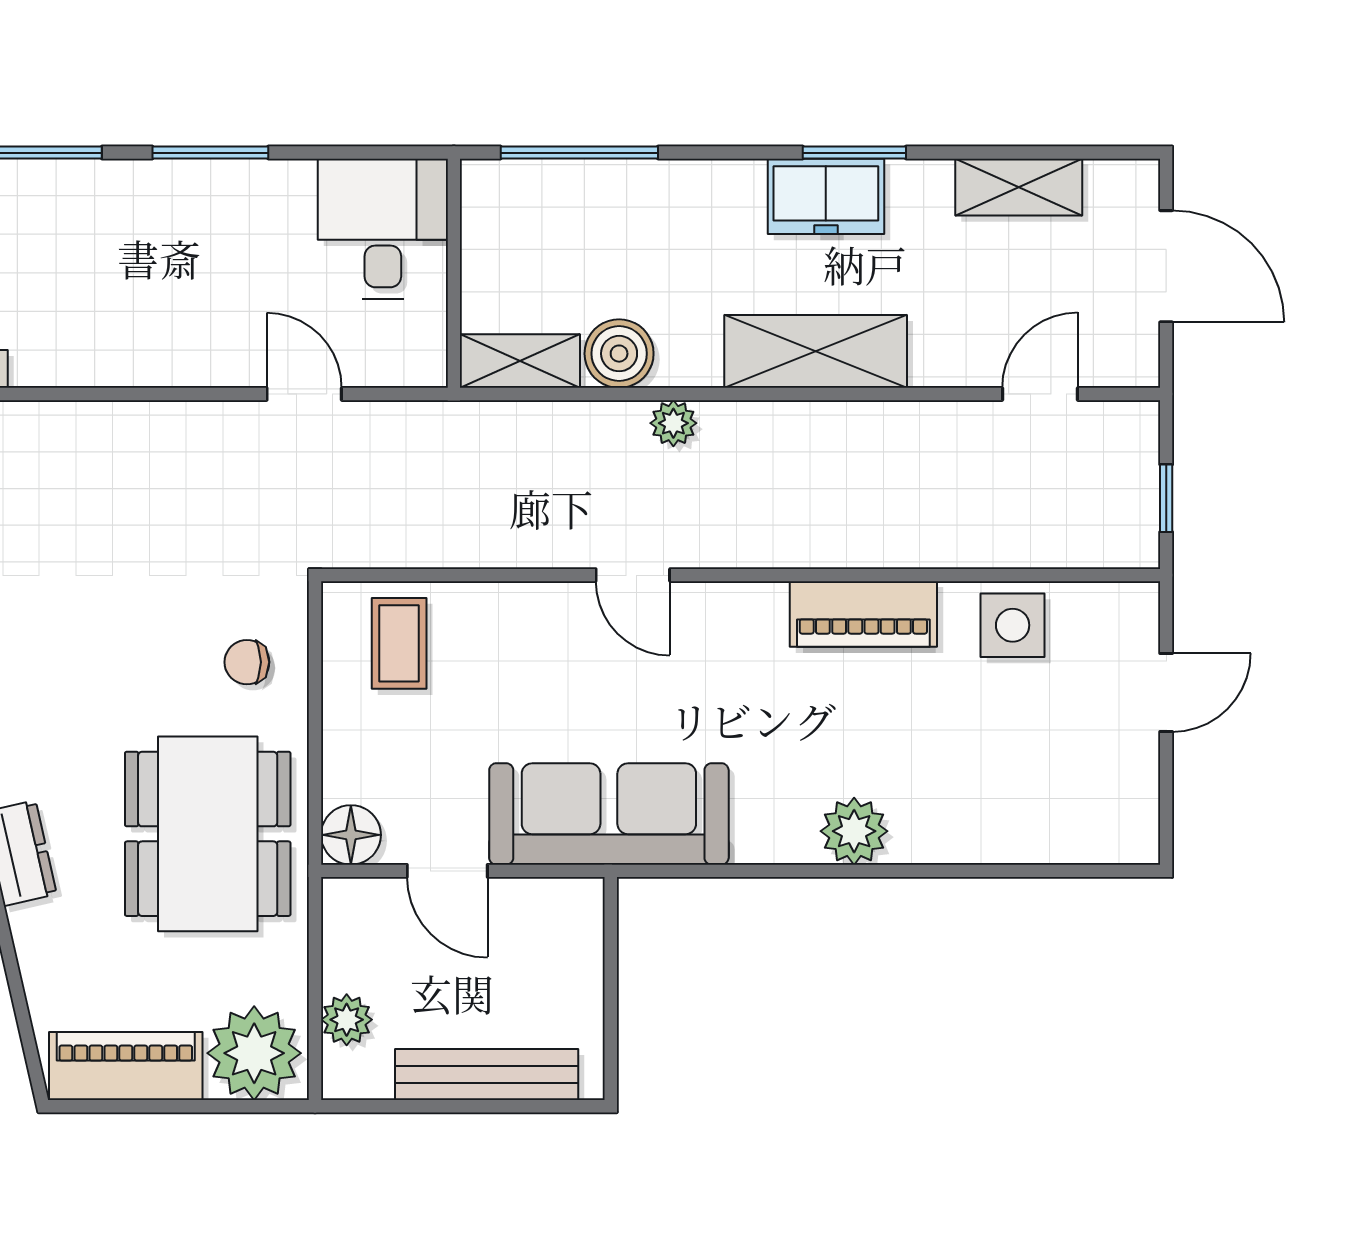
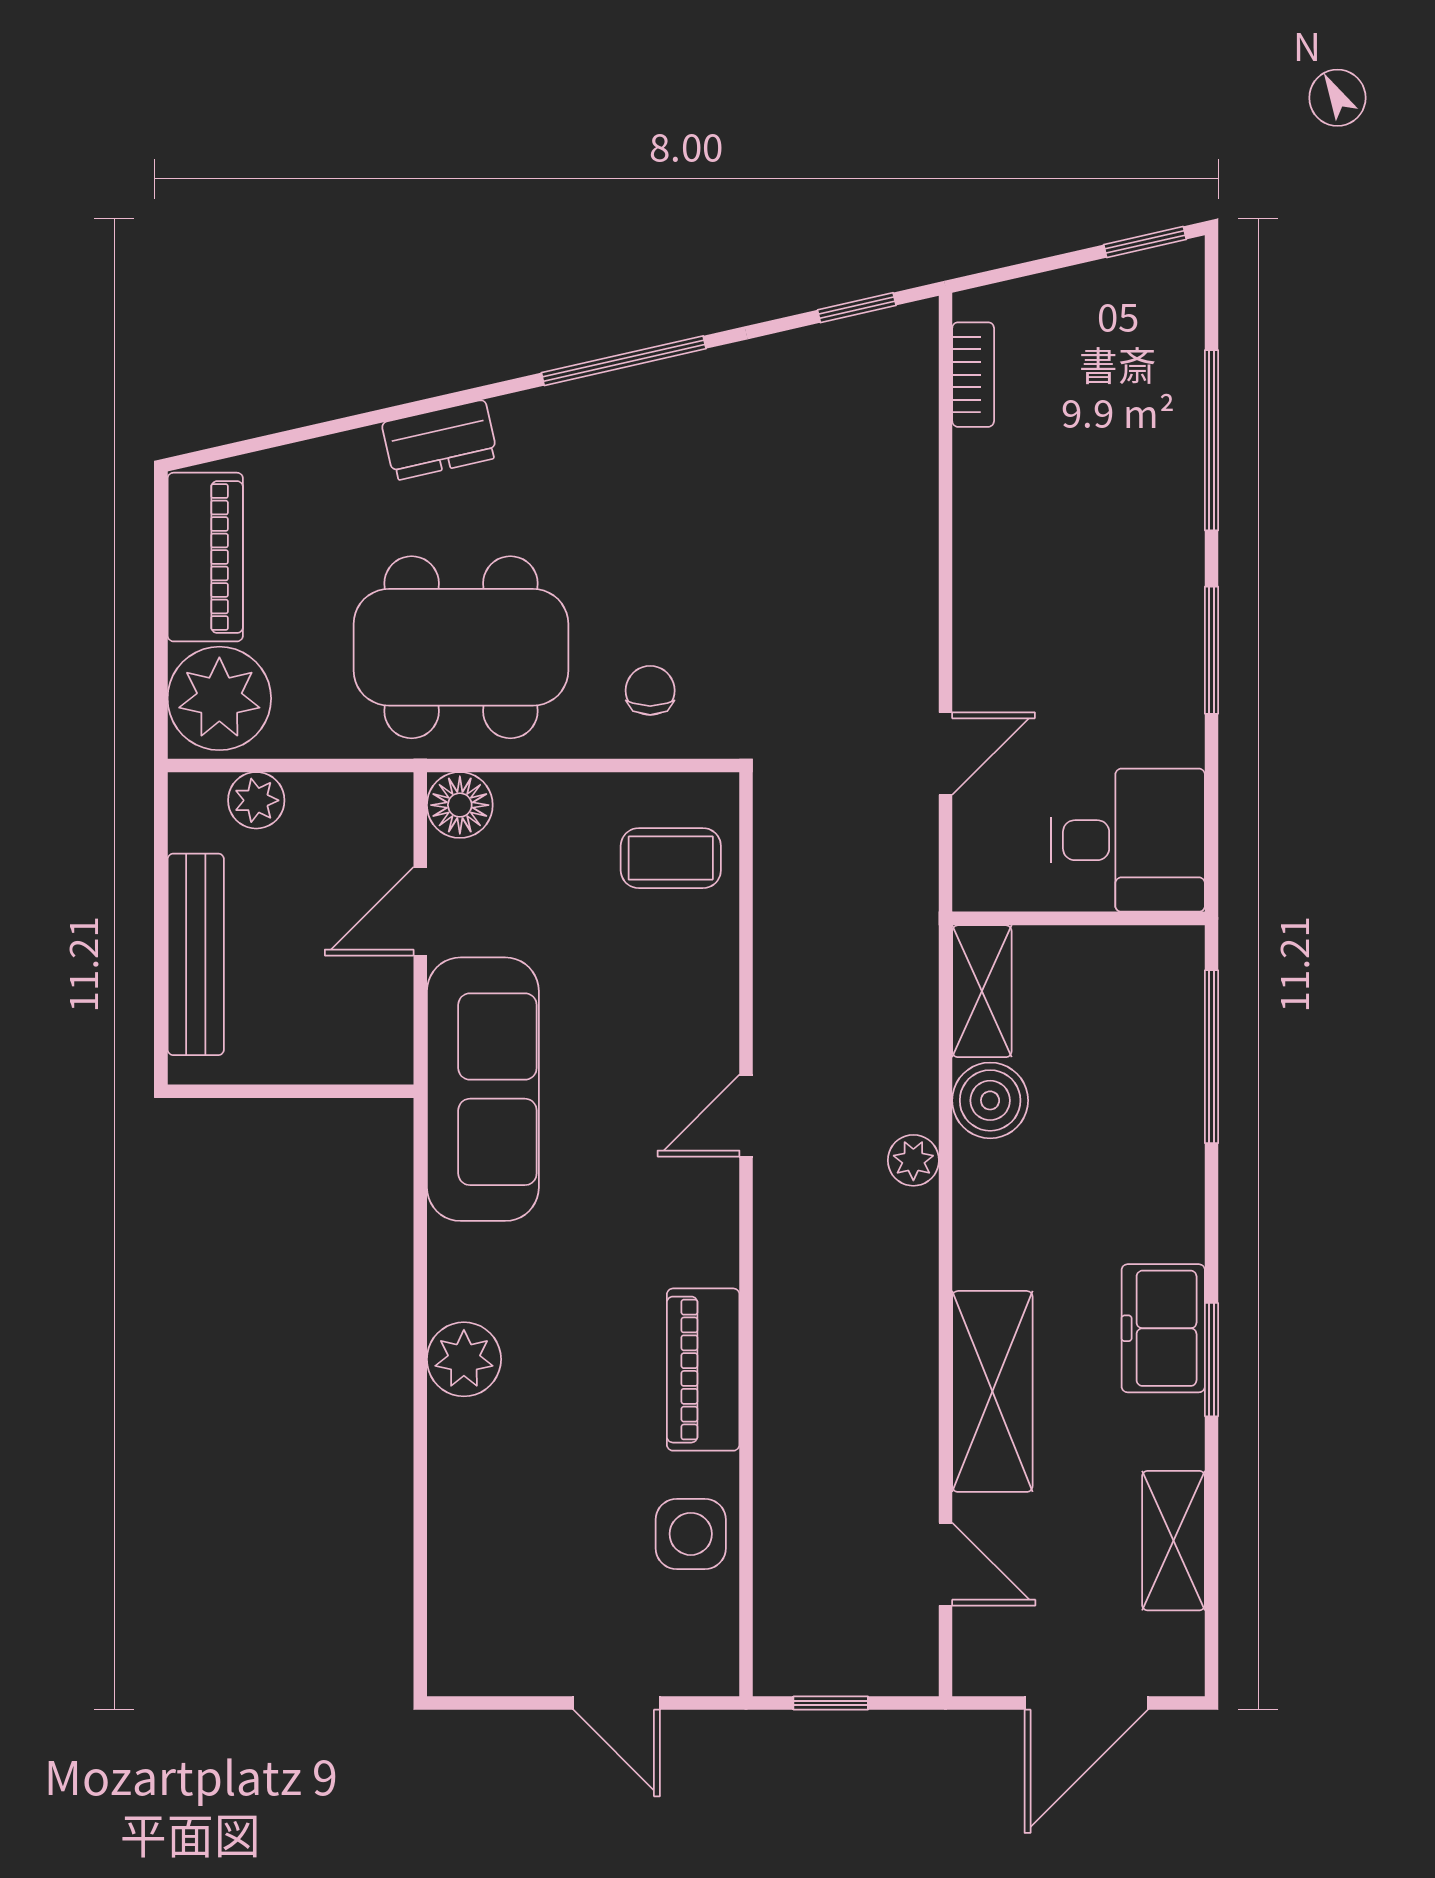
shelving: (816, 351) -> (992, 1391), moved

